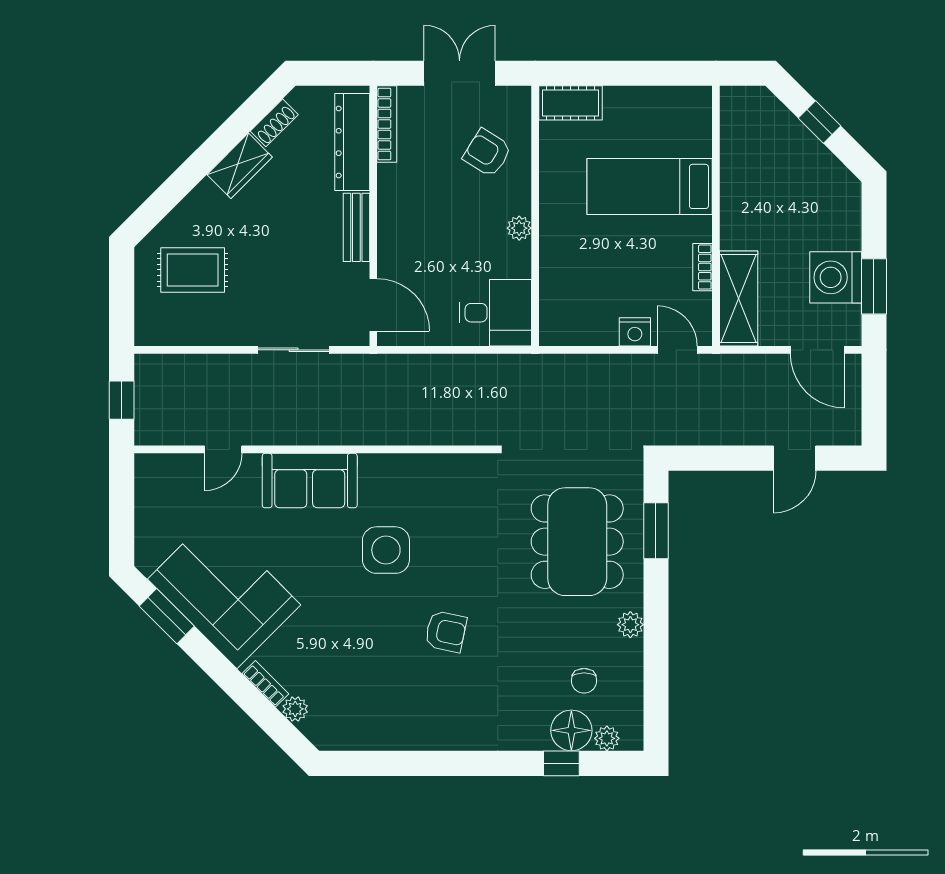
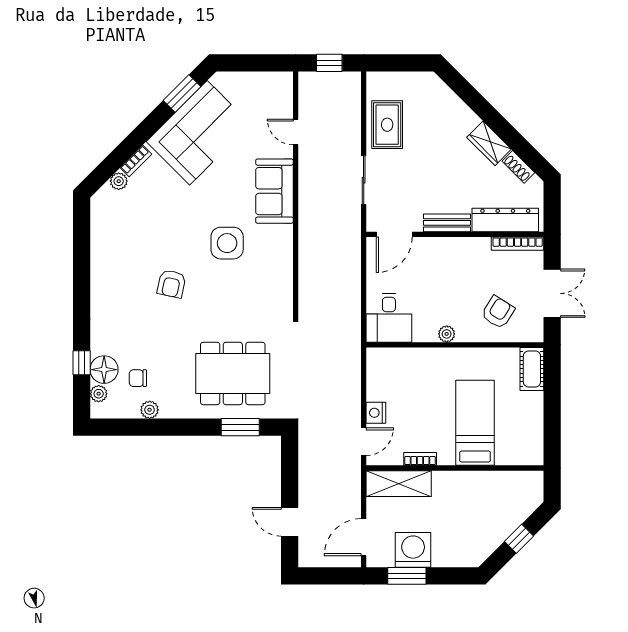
rug: (193, 270) -> (387, 125), moved
plant: (630, 625) -> (150, 410), moved

